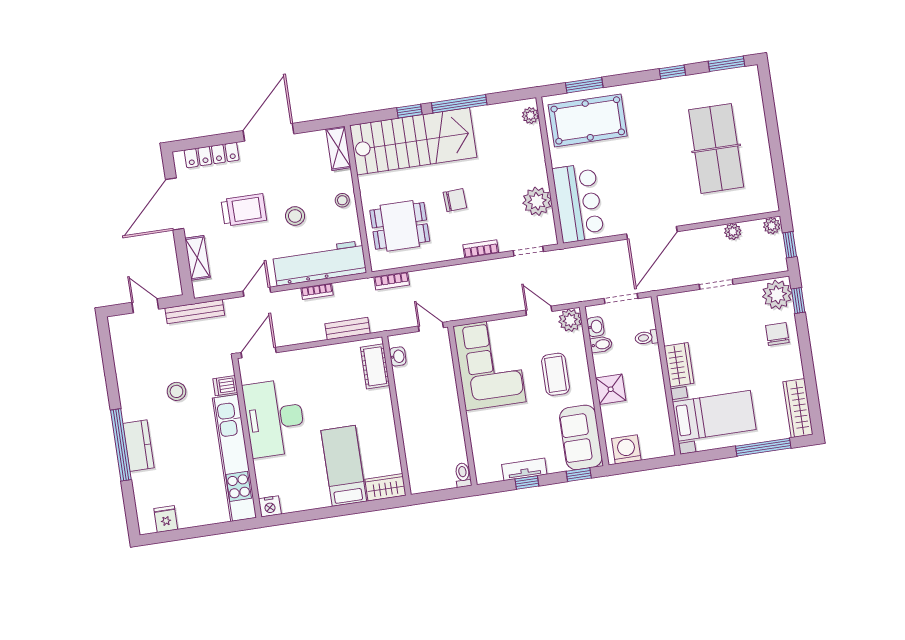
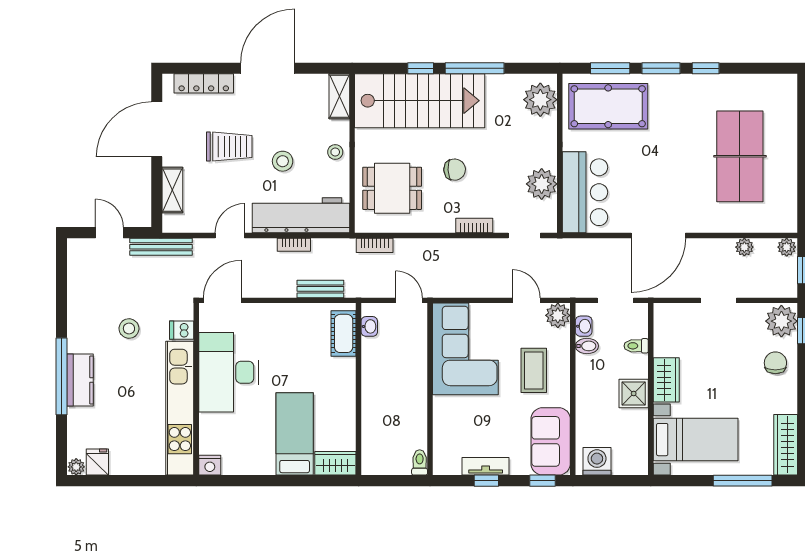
window: (727, 64) -> (661, 68), moved
plant: (530, 115) -> (540, 100), width x1.88, depth x1.88
shower: (611, 389) -> (634, 393), moved
plant: (147, 526) -> (76, 467), added

